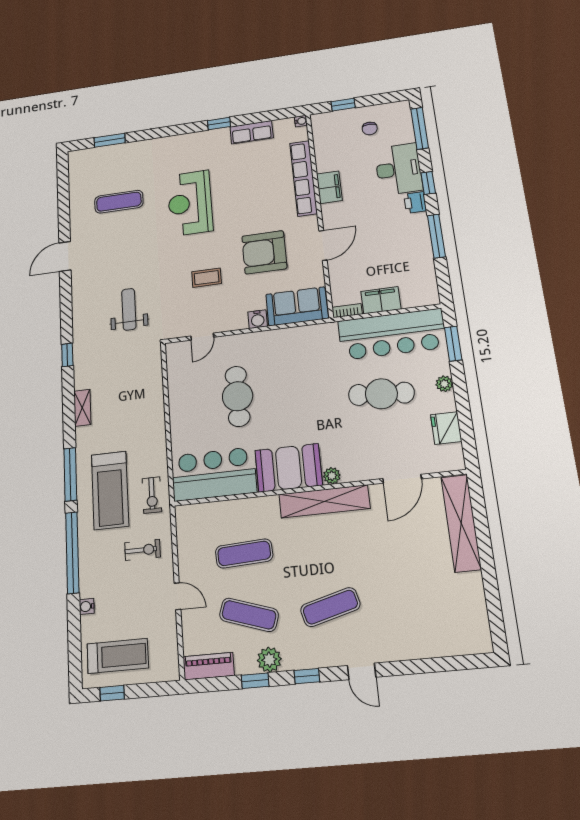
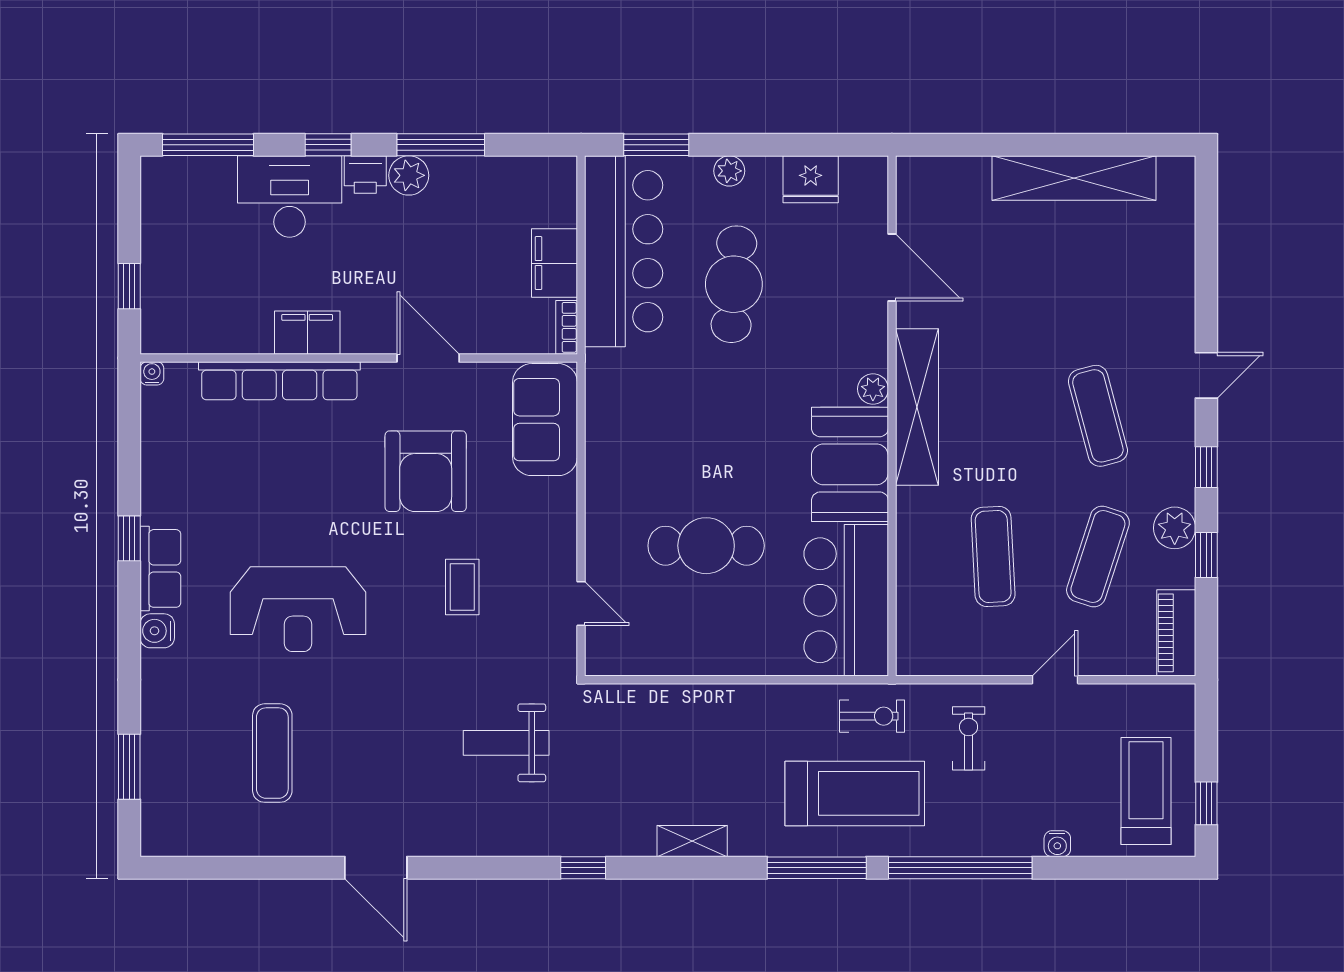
chair: (370, 129) -> (192, 241), removed
row of seats: (252, 132) -> (160, 568), moved
plant: (418, 223) -> (409, 175), added
water cooler: (258, 319) -> (157, 631), moved, turned 180
shelving: (461, 523) -> (1074, 178), moved

